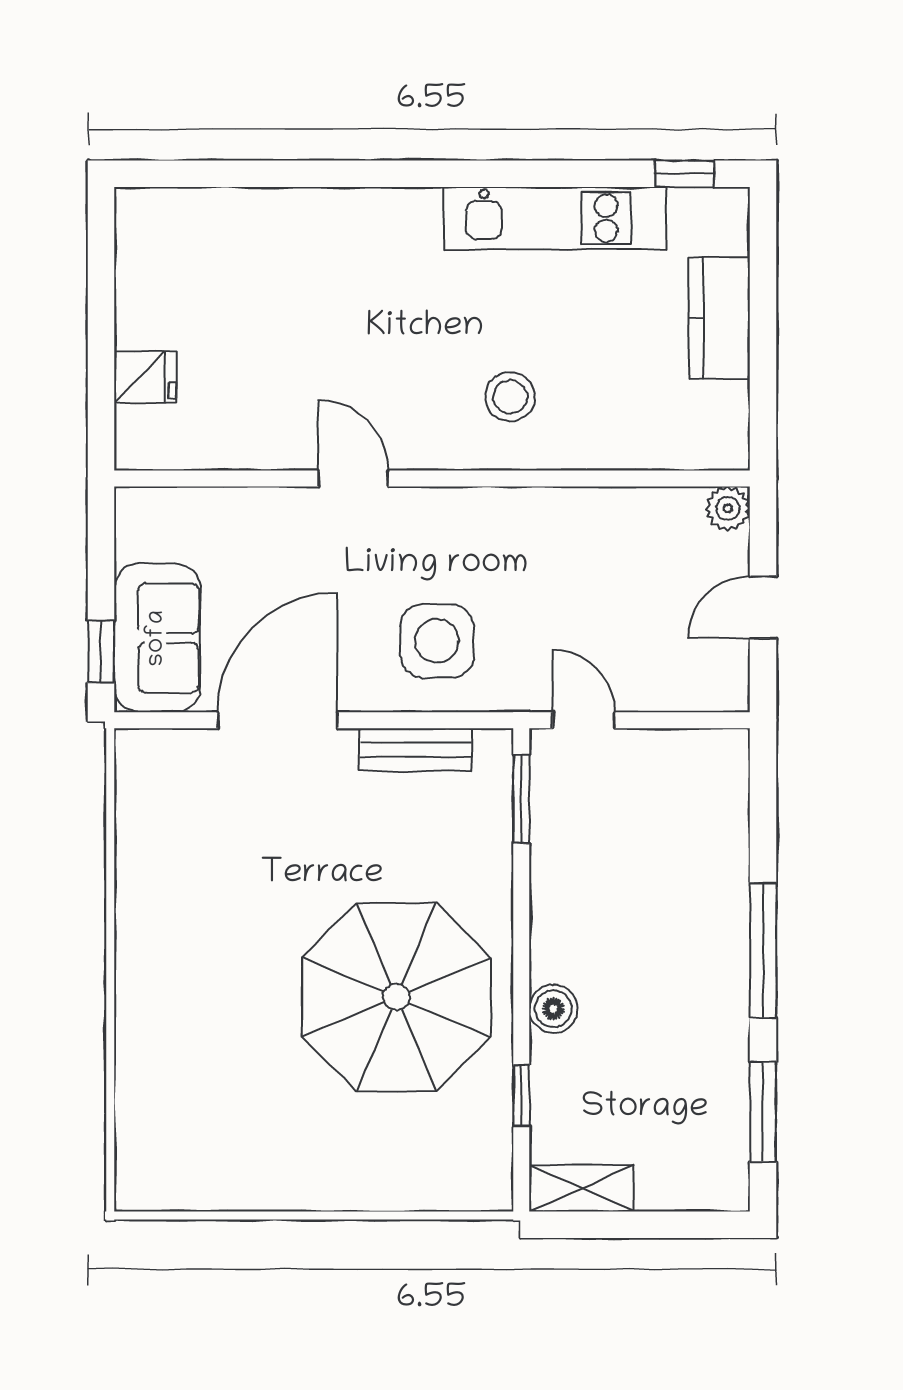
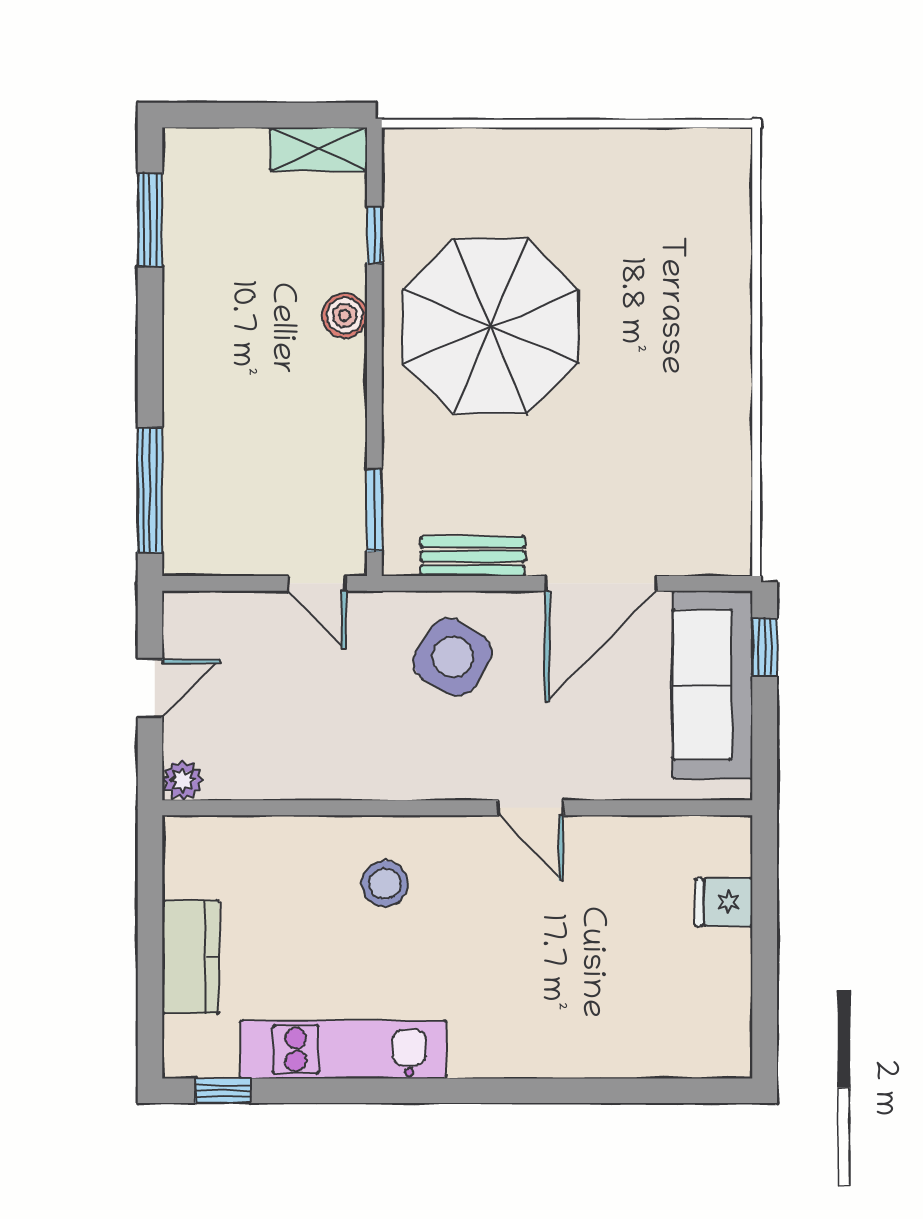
sofa: (157, 638) -> (713, 685), width x1.36
side table: (437, 641) -> (453, 657), turned 31
window: (763, 951) -> (150, 490), moved

